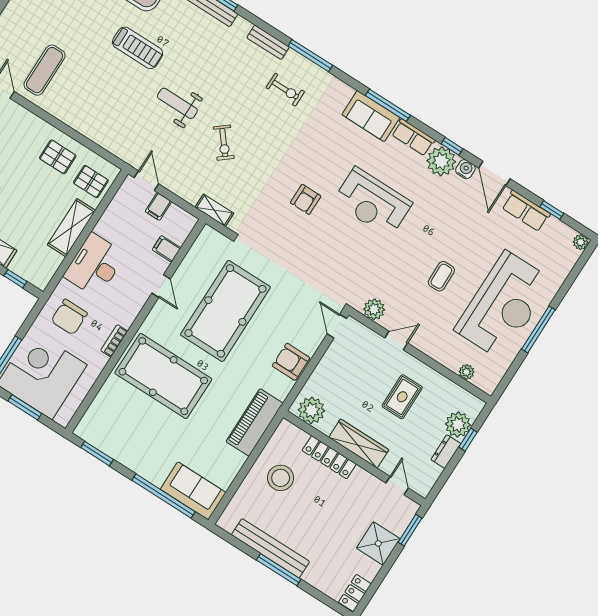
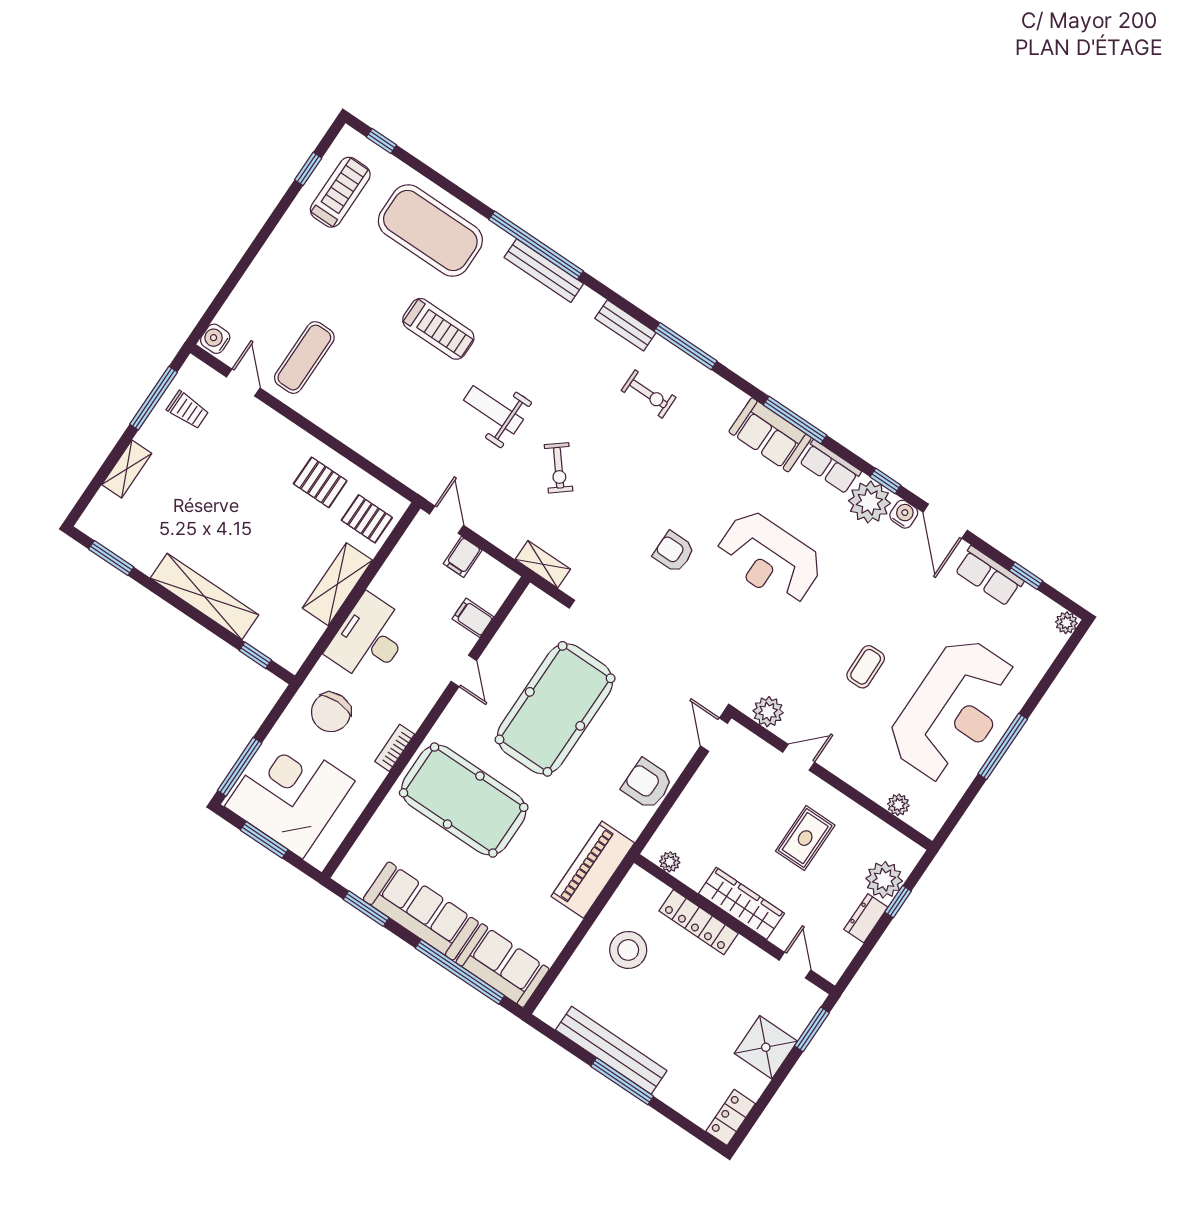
armchair: (306, 199) -> (674, 552), turned 90
plant: (311, 410) -> (670, 862), width x0.53, depth x0.53
sofa: (135, 454) -> (421, 911), added

